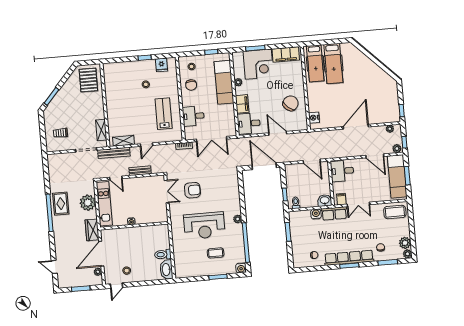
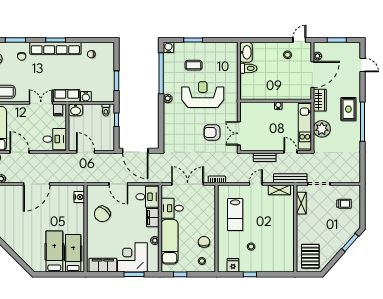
desk: (193, 116) -> (172, 208), moved, turned 180
rug: (61, 204) -> (348, 109), moved

